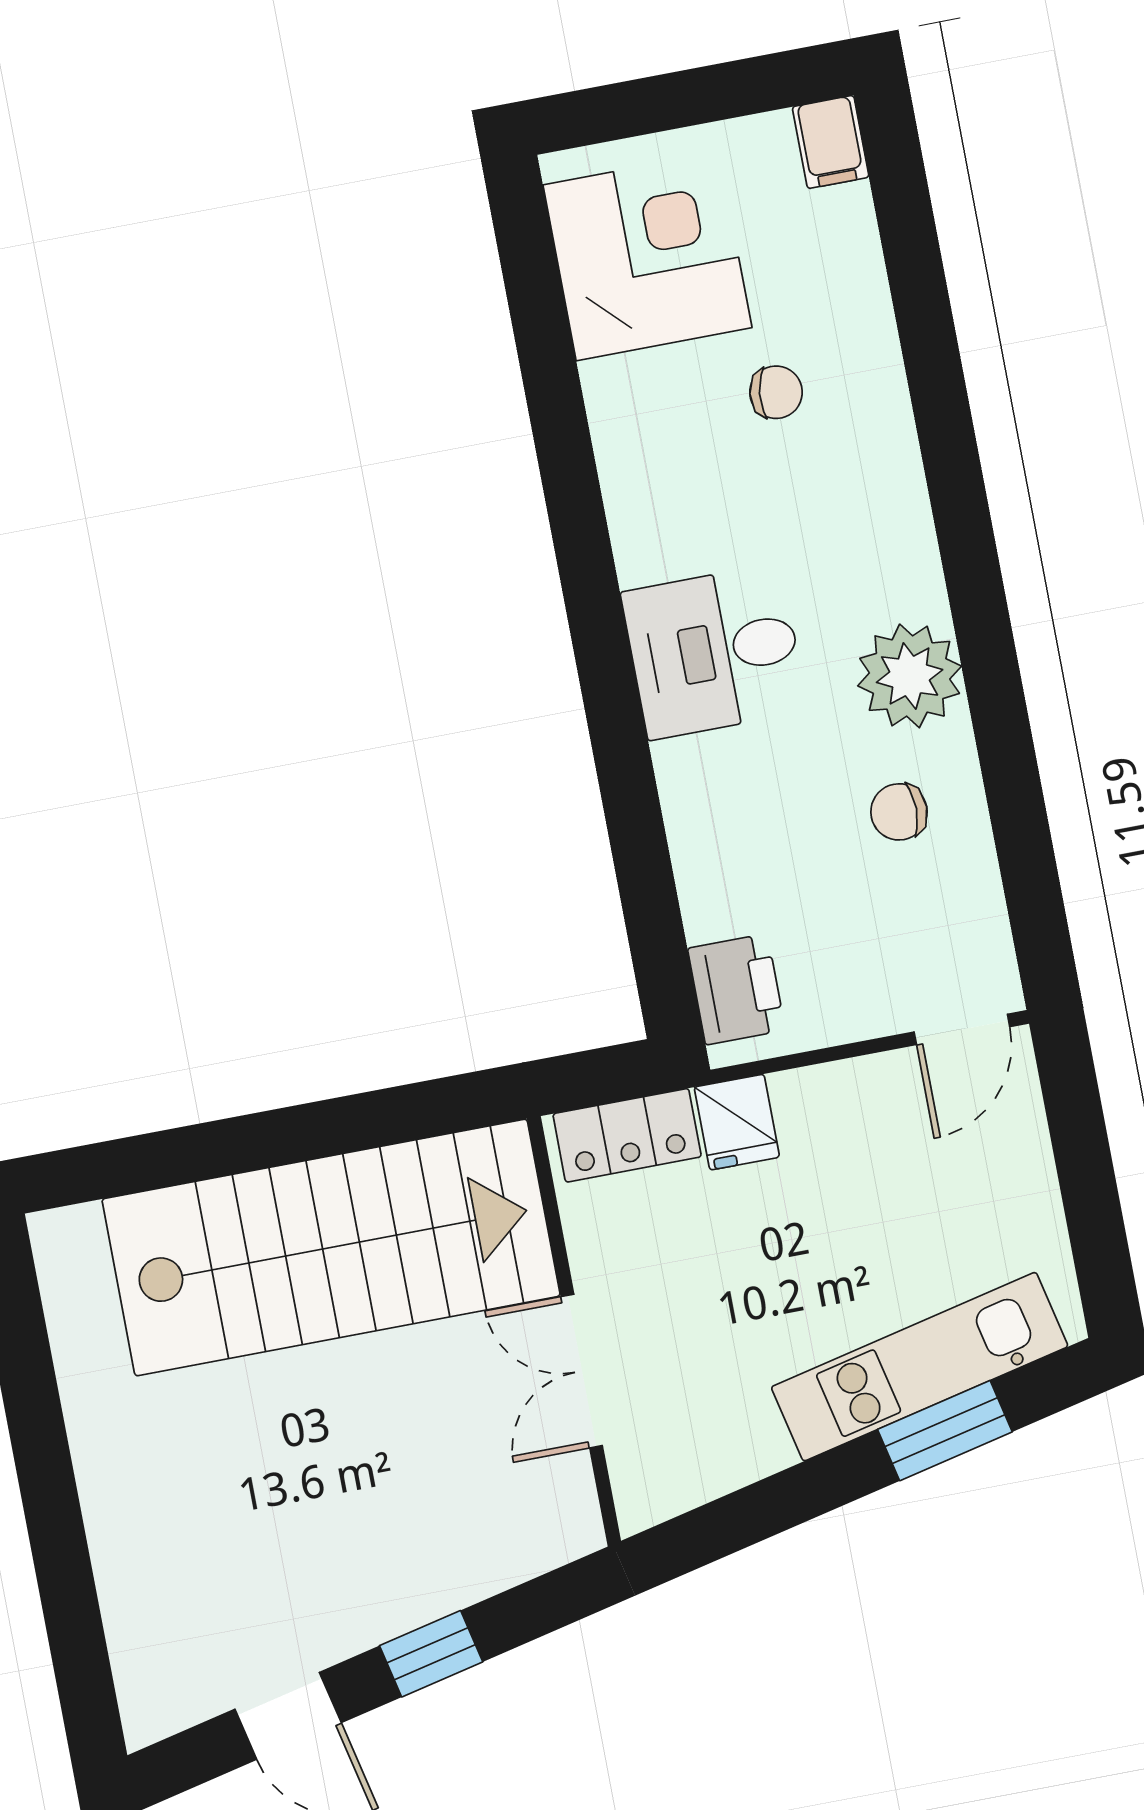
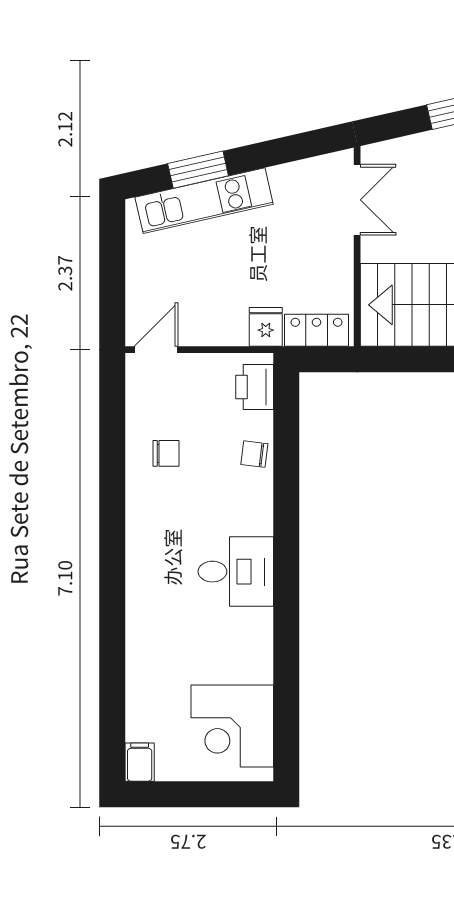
chair: (776, 392) -> (254, 454), moved
desk: (714, 652) -> (236, 572), moved
plant: (910, 676) -> (150, 514), removed
double door: (582, 1371) -> (357, 200), moved

